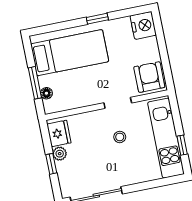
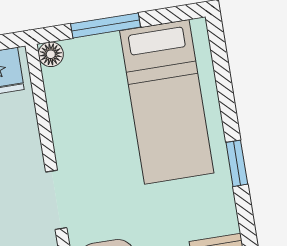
floor lamp: (46, 93) -> (51, 54), moved

